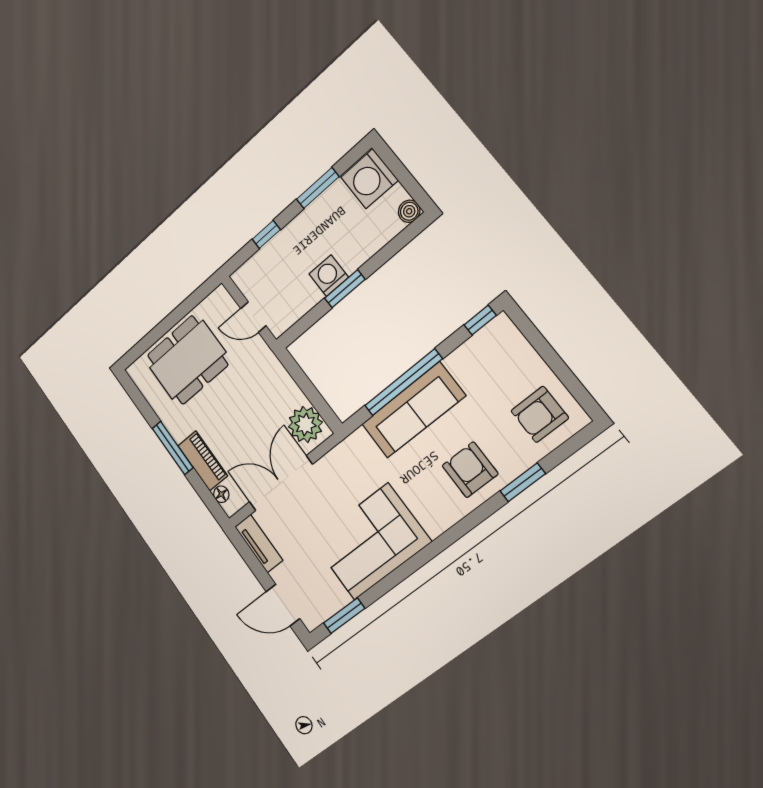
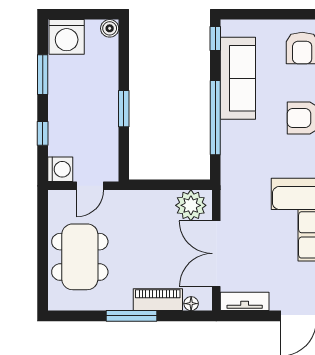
washing machine: (329, 276) -> (60, 169), moved, turned 180
sofa: (413, 410) -> (238, 78), moved

